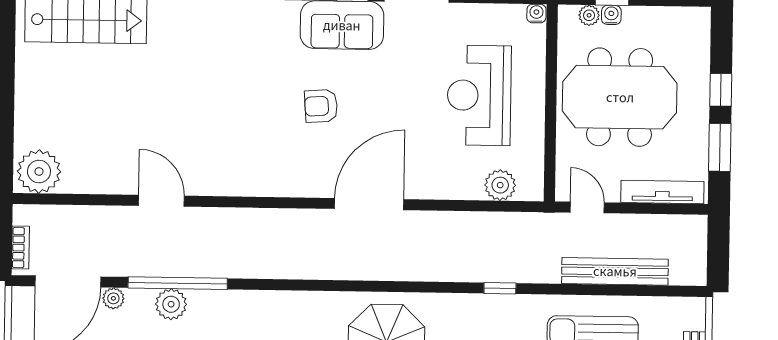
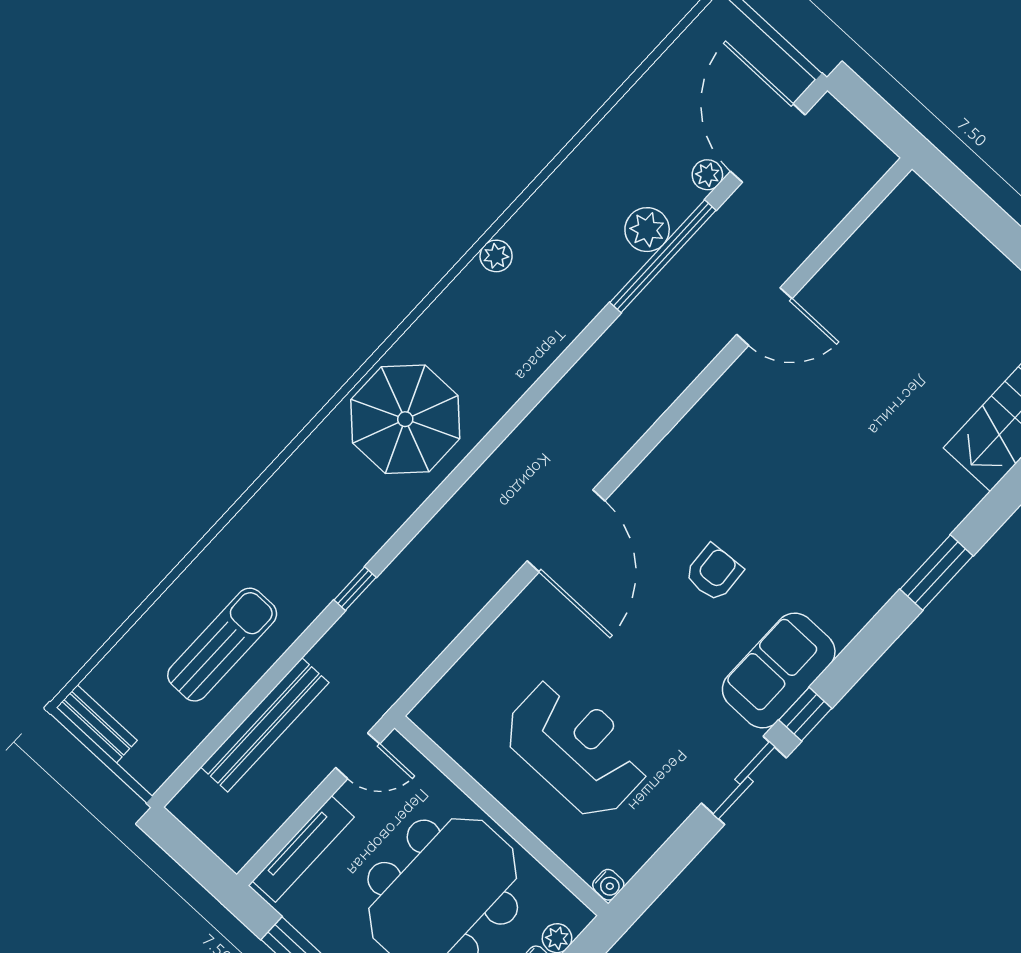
plant: (39, 171) -> (910, 216), removed
plant: (500, 185) -> (463, 686), removed
bookcase: (20, 248) -> (848, 125), removed

